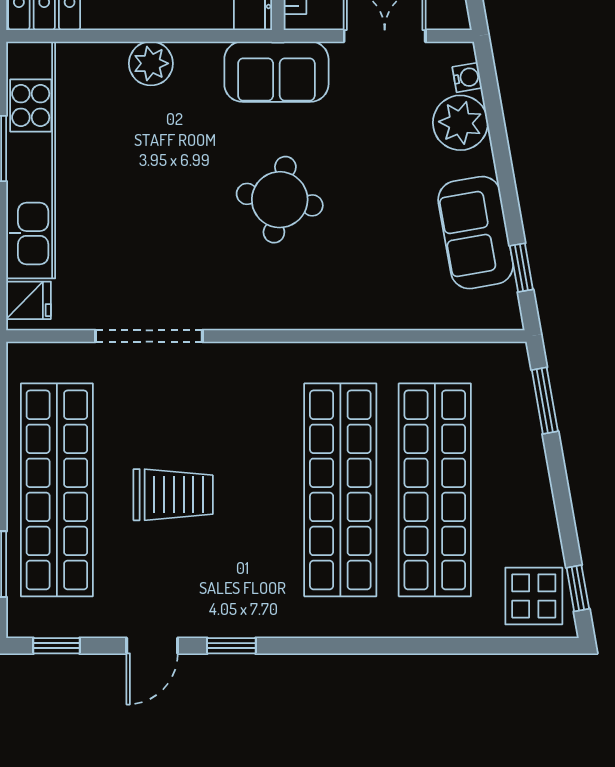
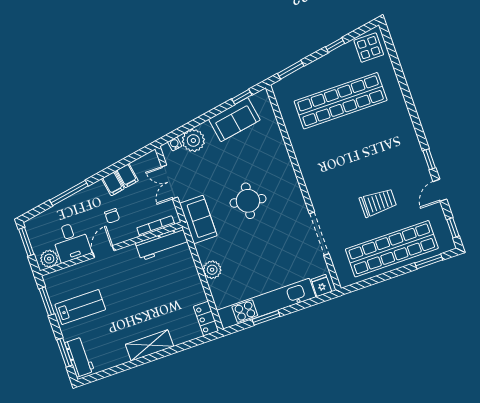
shop shelf: (340, 490) -> (353, 138), removed
trolley: (173, 495) -> (378, 203), turned 90
window: (578, 588) -> (335, 45), moved
door: (152, 646) -> (440, 190), swing flipped

